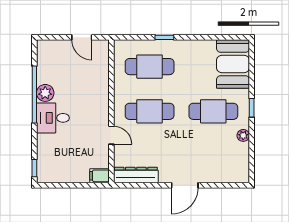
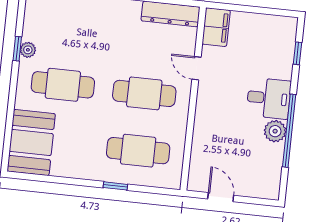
window: (252, 108) -> (17, 49), moved
window: (34, 168) -> (297, 53), moved
filing cabinet: (99, 176) -> (216, 27), width x2.00

